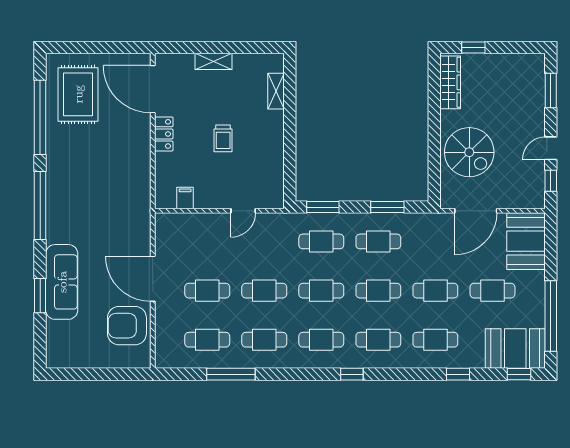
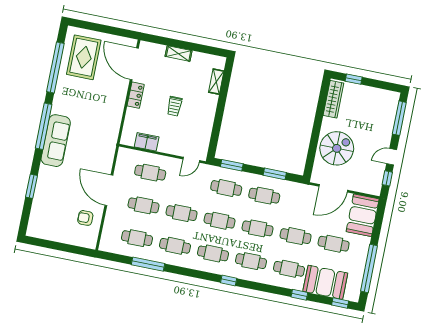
window: (551, 90) -> (399, 118), width x1.44
spiral stairs: (469, 152) -> (337, 148), turned -90
filing cabinet: (185, 198) -> (147, 142), width x2.00
door: (243, 211) -> (191, 160), moved
cafe table: (207, 241) -> (150, 173), added
sofa: (62, 282) -> (56, 141), moved
armchair: (127, 326) -> (85, 218), width x0.53, depth x0.53
booth: (515, 349) -> (325, 282), moved

